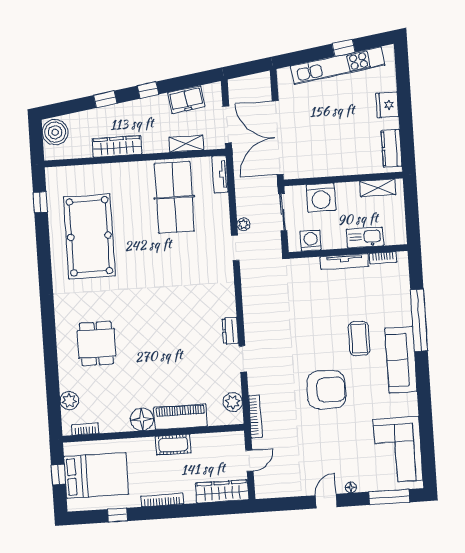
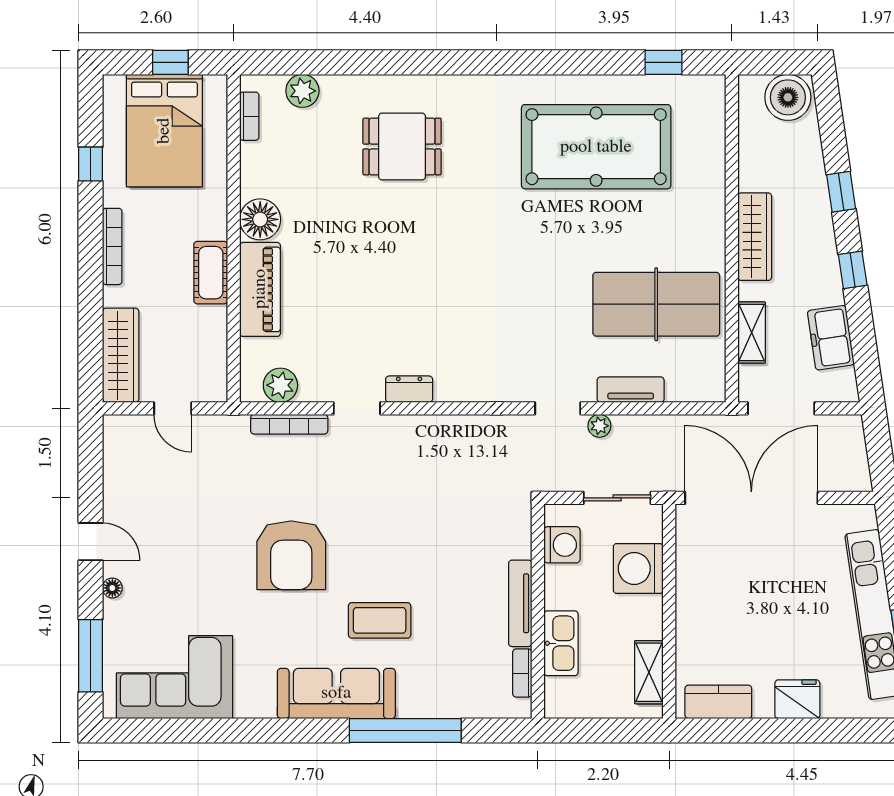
wardrobe: (117, 146) -> (755, 237), moved
tv unit: (220, 174) -> (631, 390), moved
bookcase: (255, 416) -> (289, 424), moved

